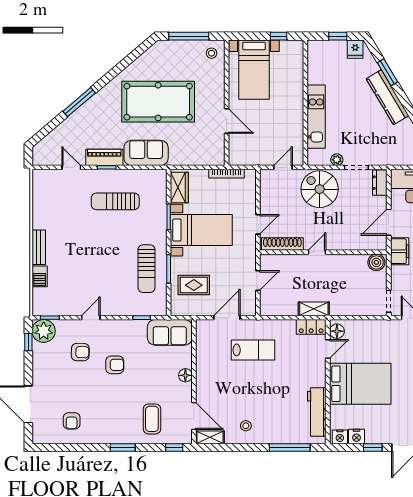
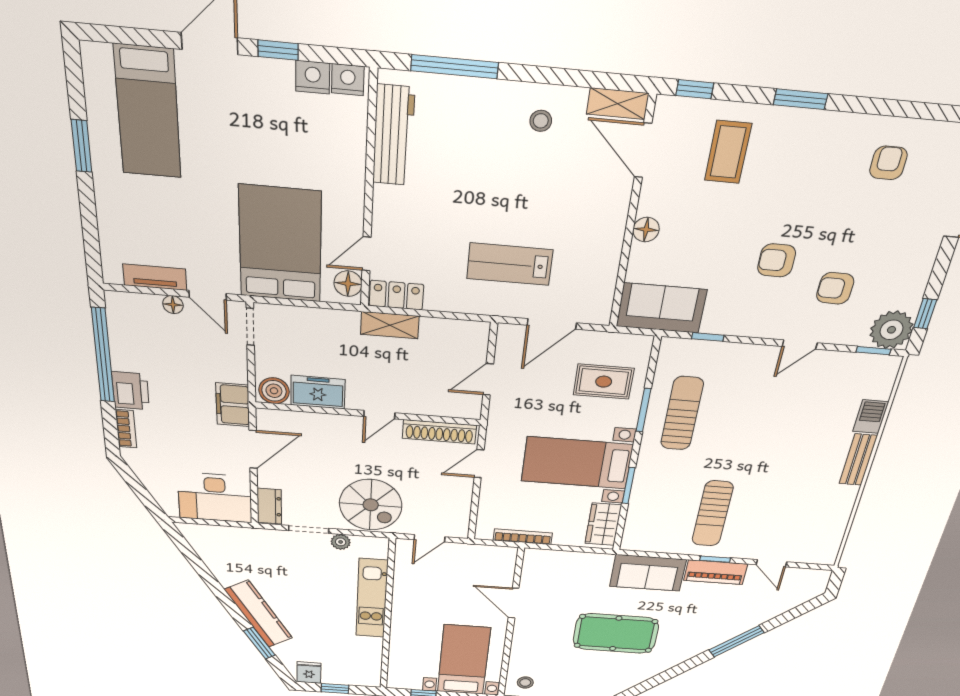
pool table: (158, 102) -> (616, 633), width x0.73, depth x0.76
sun lounger: (115, 201) -> (712, 514), turned 90
freezer: (352, 264) -> (318, 392), added
bed: (360, 384) -> (280, 244), moved, turned 90

